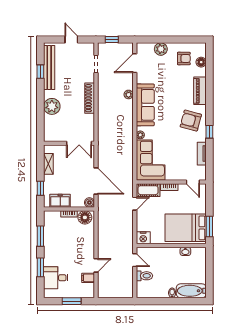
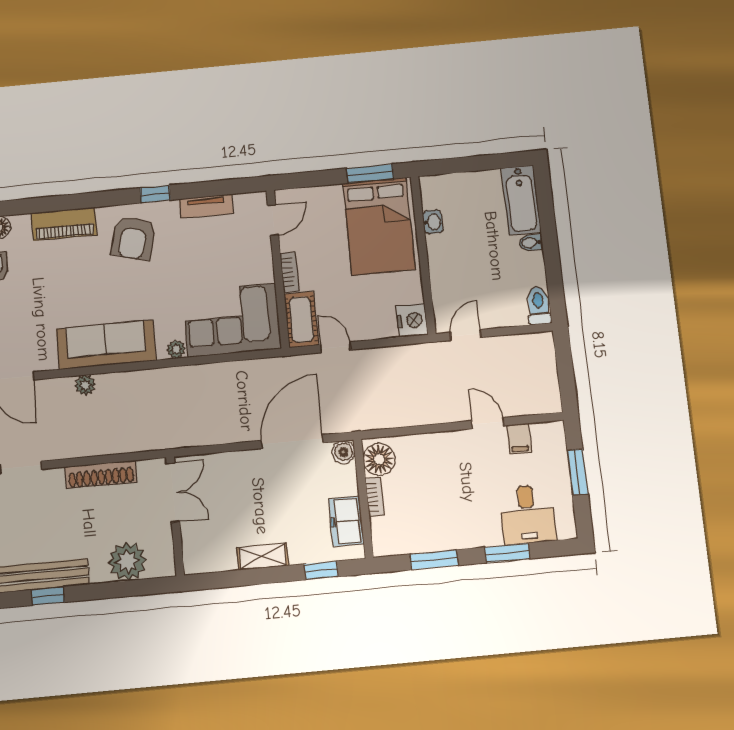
wall: (69, 143) -> (175, 516), moved
double door: (79, 143) -> (173, 492), moved
toilet: (144, 276) -> (538, 306), moved

